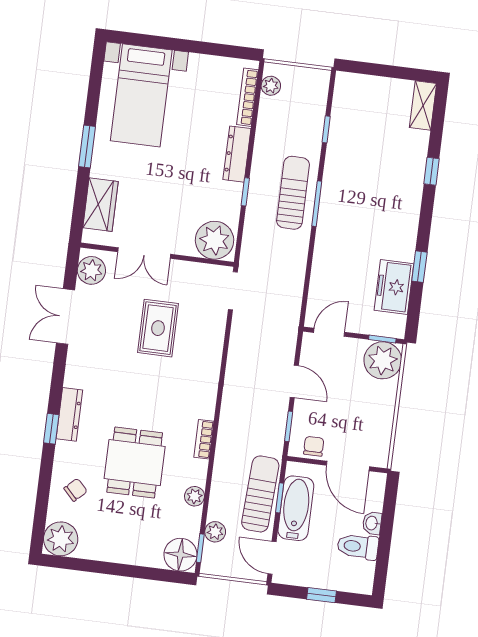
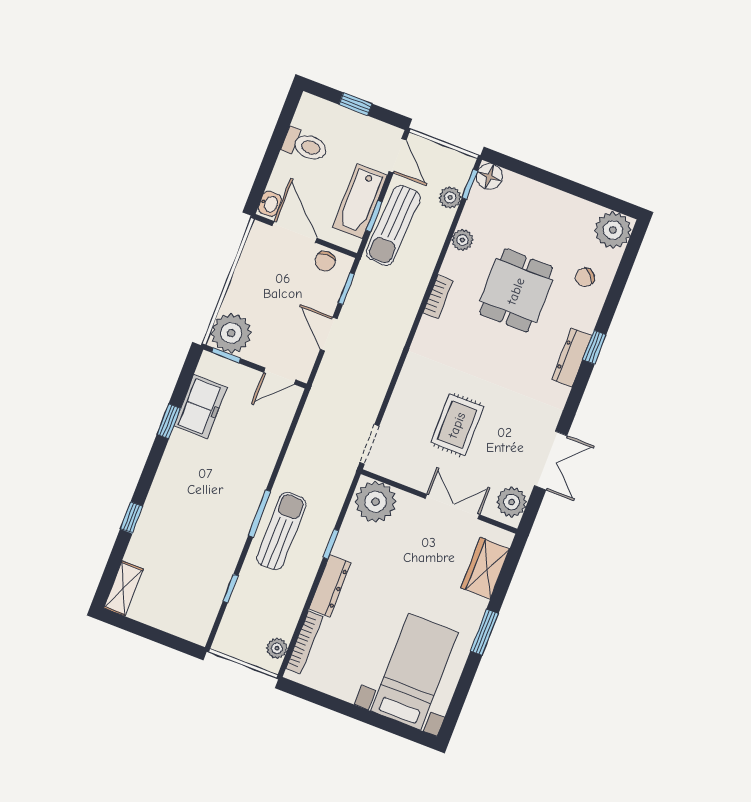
sun lounger: (293, 193) -> (281, 531), turned 180
washbasin: (372, 523) -> (270, 204), moved
floor lamp: (180, 555) -> (489, 176), width x0.73, depth x0.73

